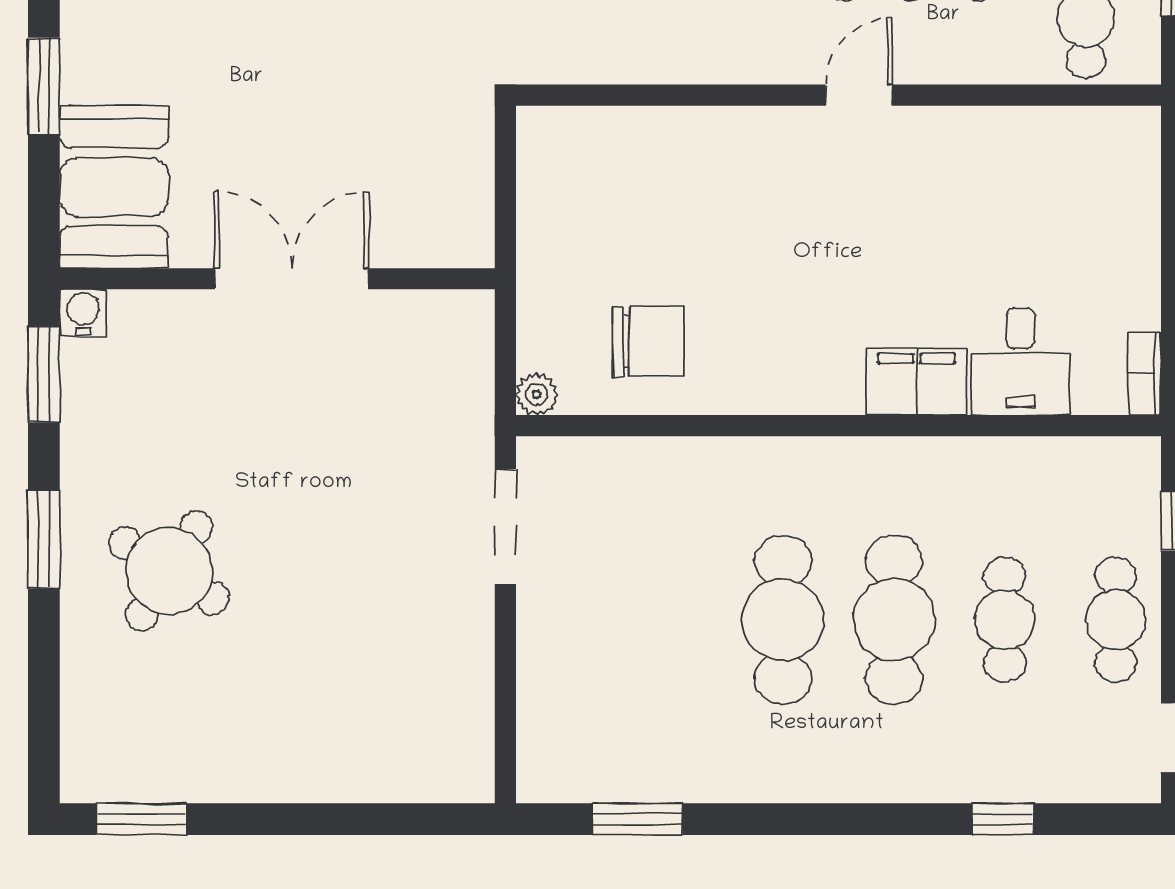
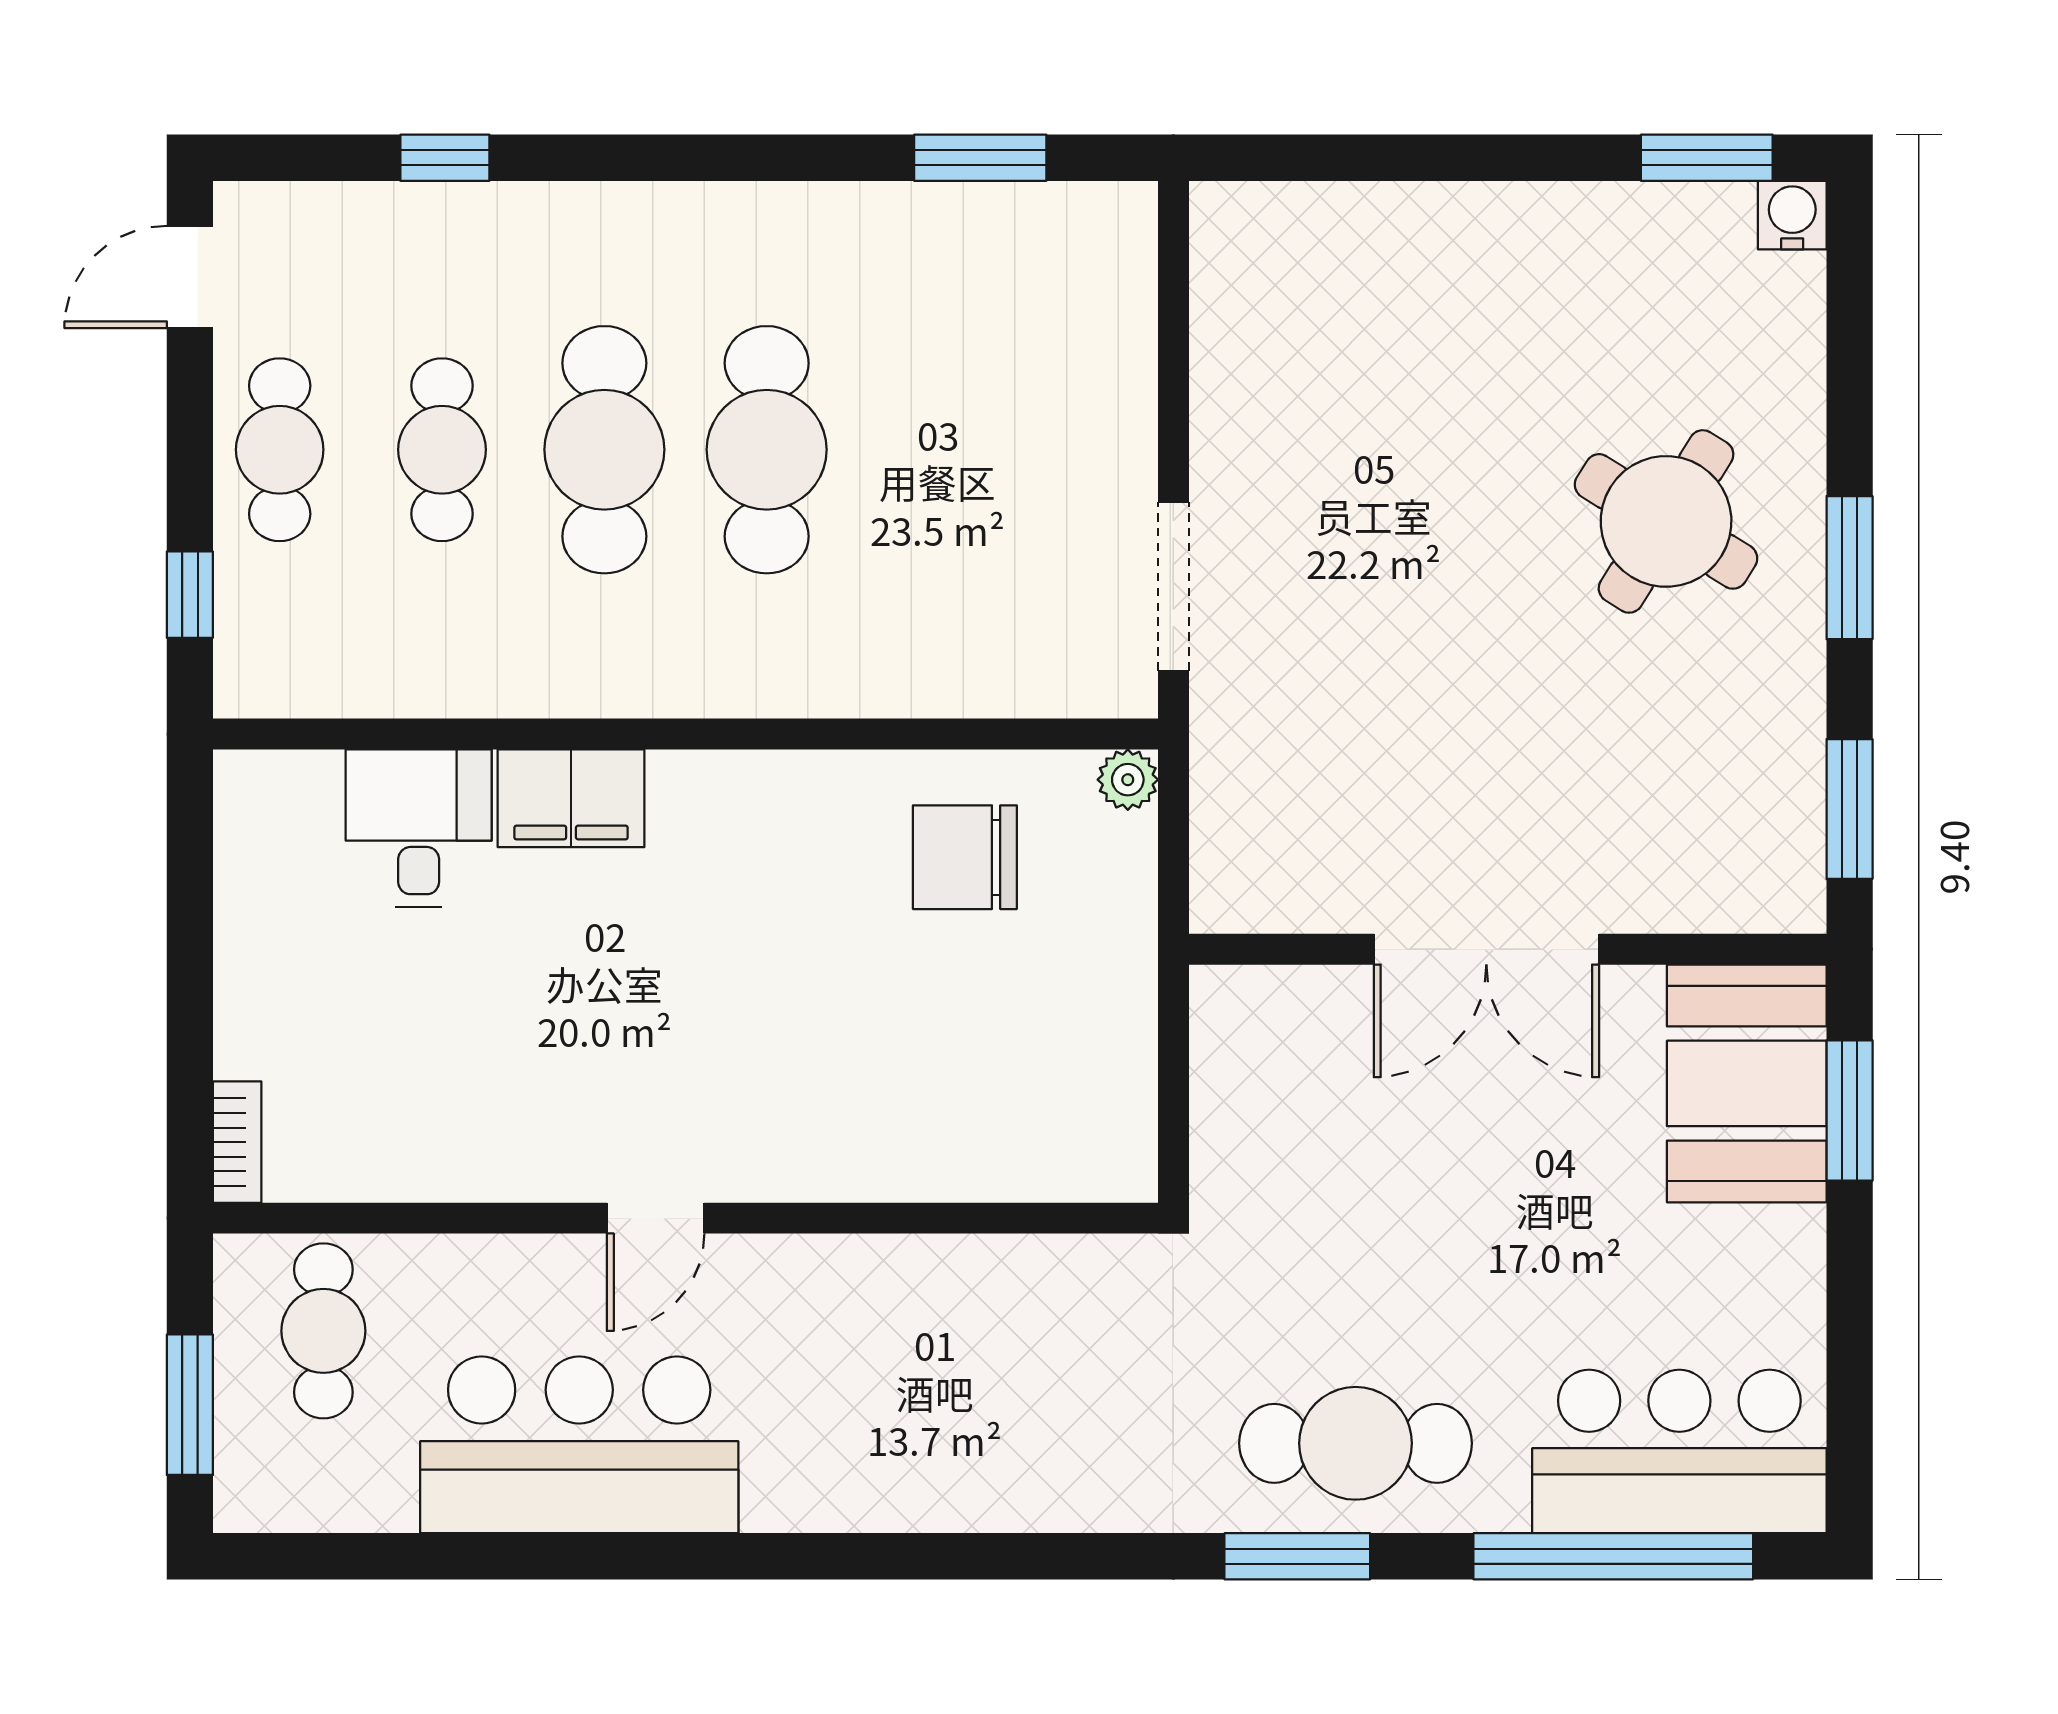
window: (44, 86) -> (1850, 1111), moved
water cooler: (83, 313) -> (1792, 215), moved, turned 180
bookcase: (1145, 374) -> (237, 1142), moved

